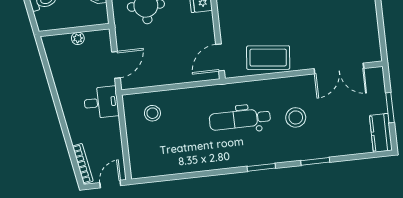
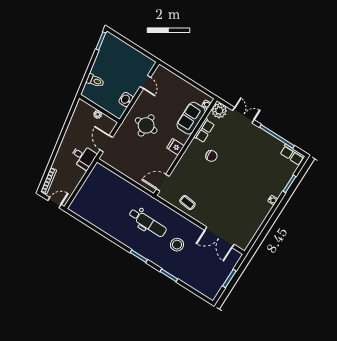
coffee table: (268, 58) -> (187, 203), width x0.54, depth x0.58
door: (116, 65) -> (106, 144), swing flipped
stool: (152, 113) -> (105, 183), removed
dental chair: (240, 119) -> (148, 223), turned 180
kitchen counter: (381, 133) -> (214, 288), removed

